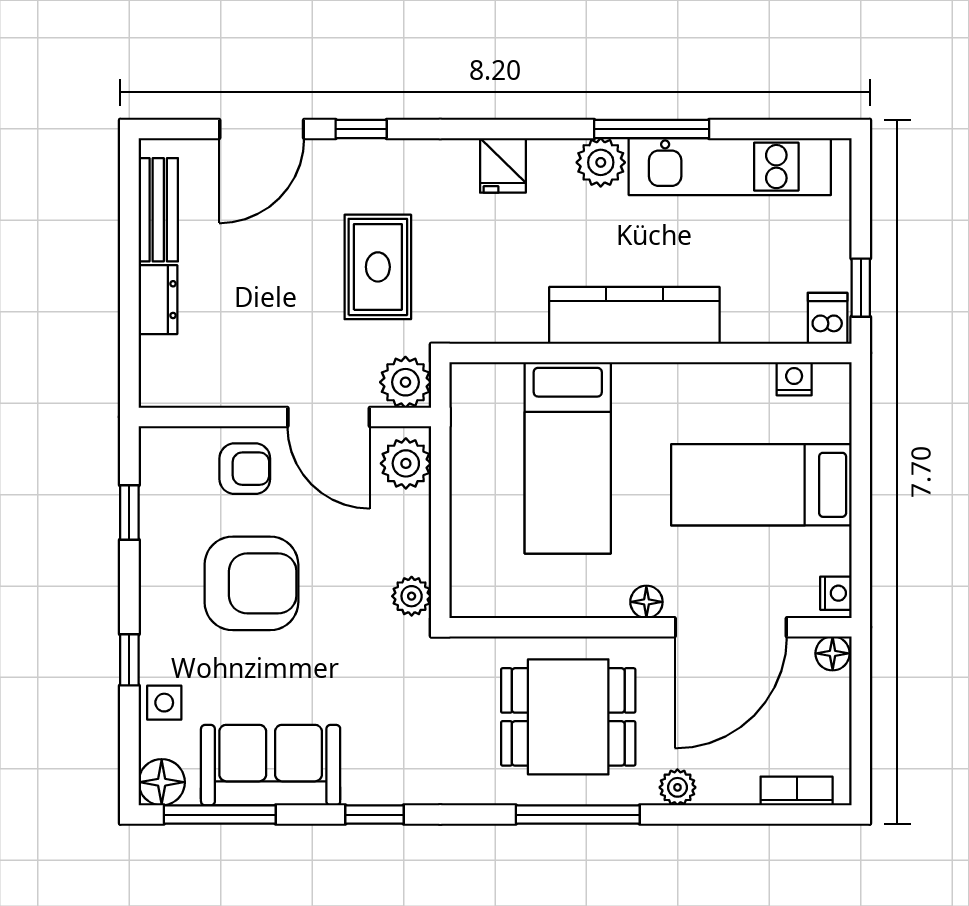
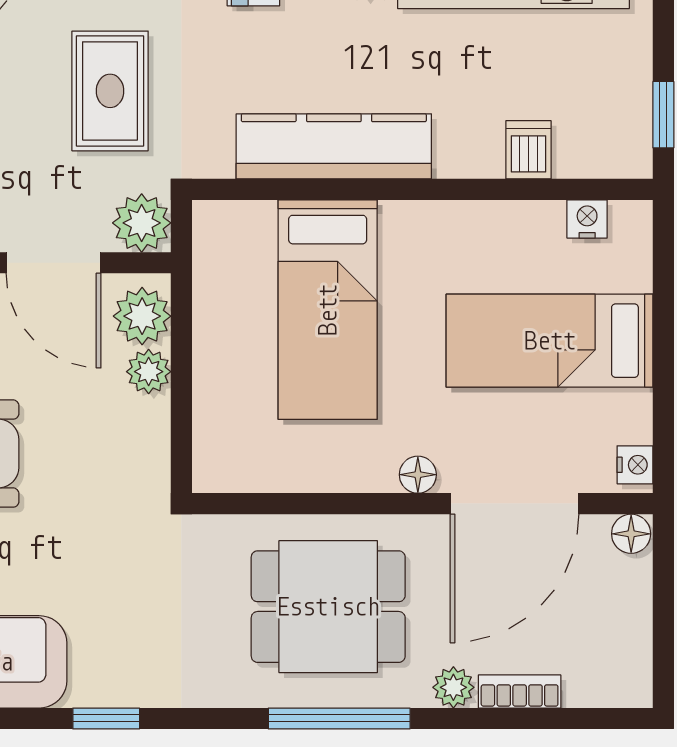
kitchen counter: (634, 315) -> (334, 146), moved
dishwasher: (828, 318) -> (528, 150), moved
plant: (412, 596) -> (149, 372), moved
bookcase: (797, 791) -> (520, 692), moved

